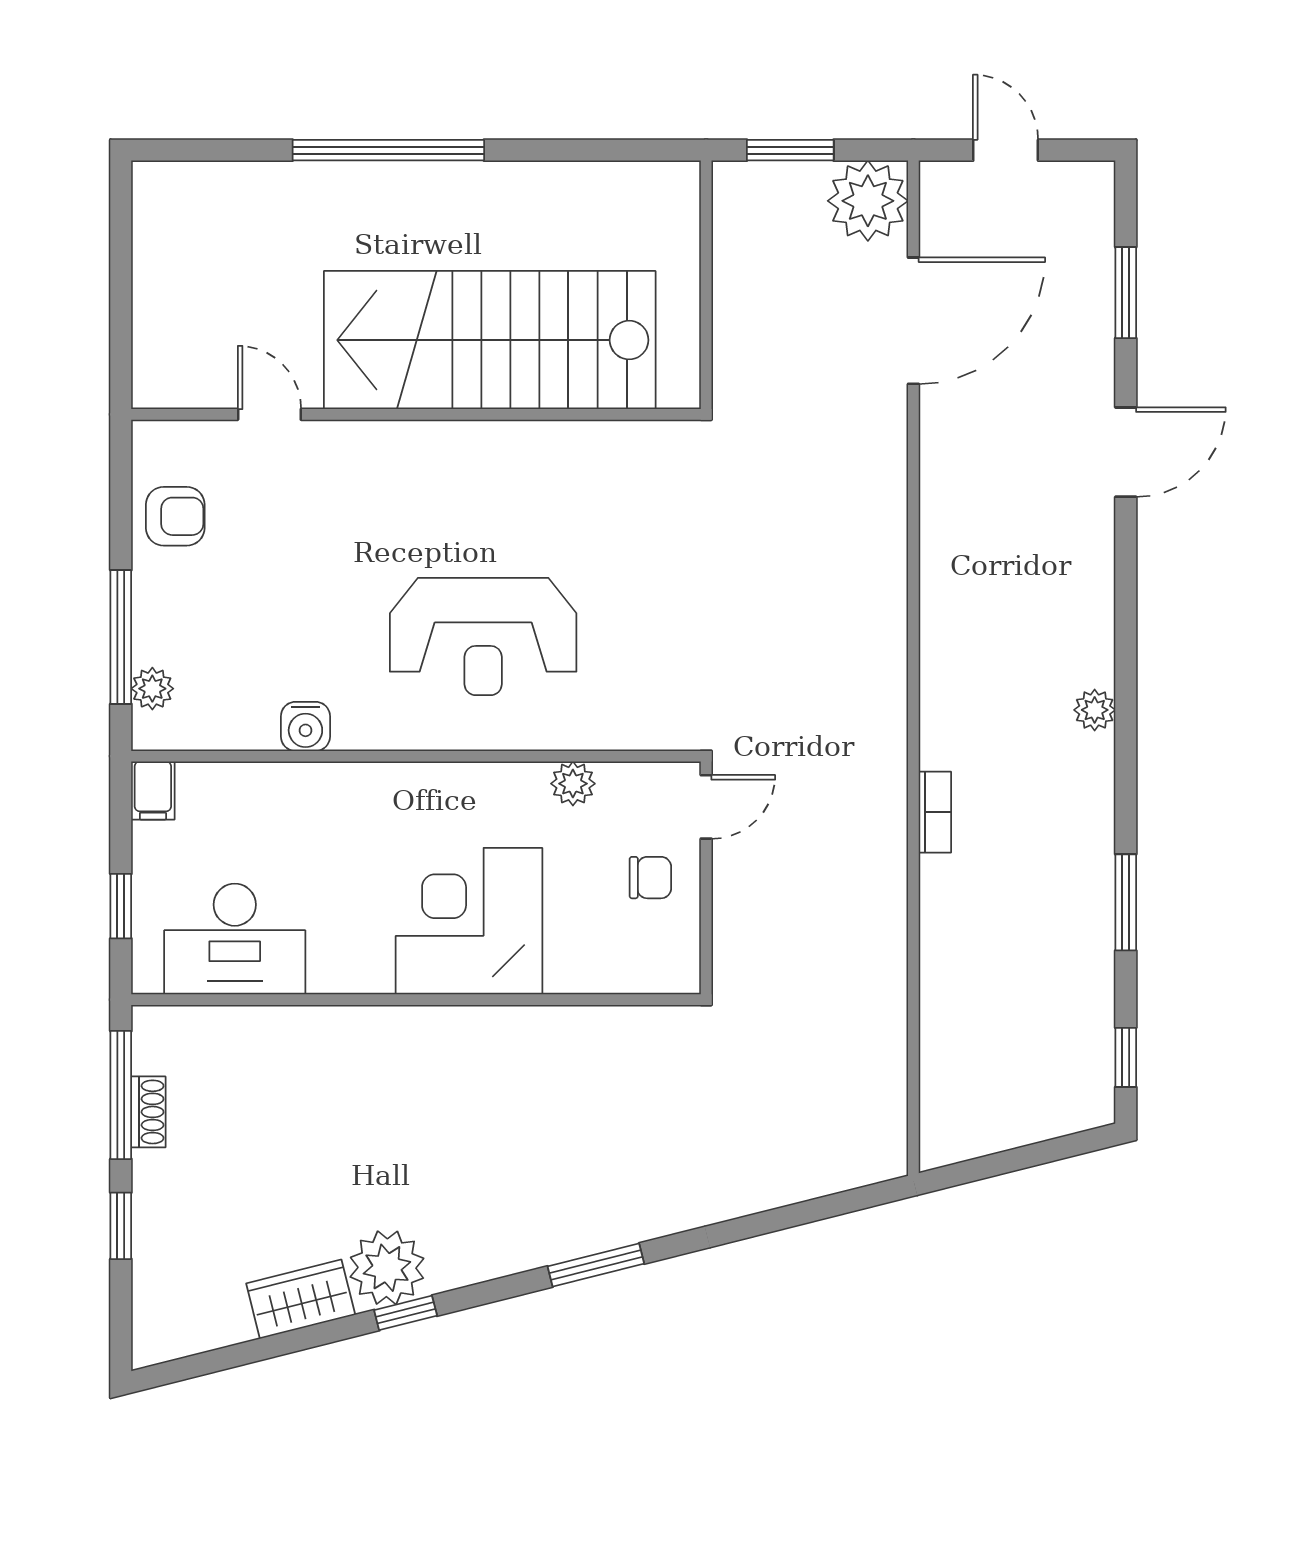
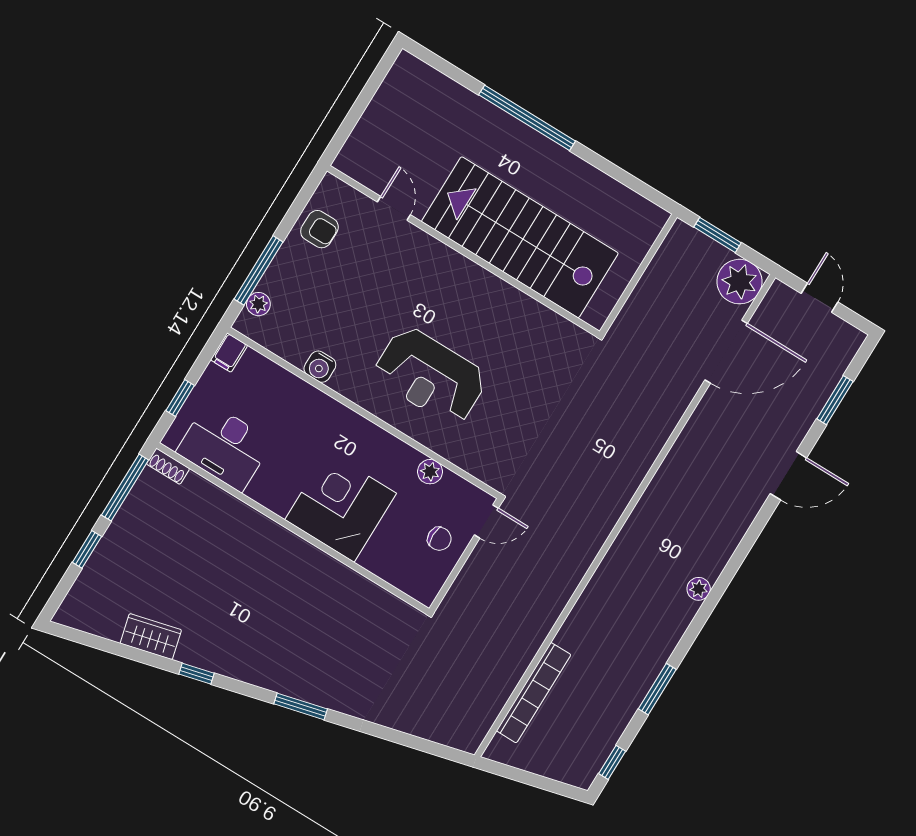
bookcase: (935, 812) -> (534, 693), moved, width x2.31, depth x1.31
shoe rack: (148, 1112) -> (168, 466), moved, turned 90
plant: (387, 1268) -> (201, 647), removed

